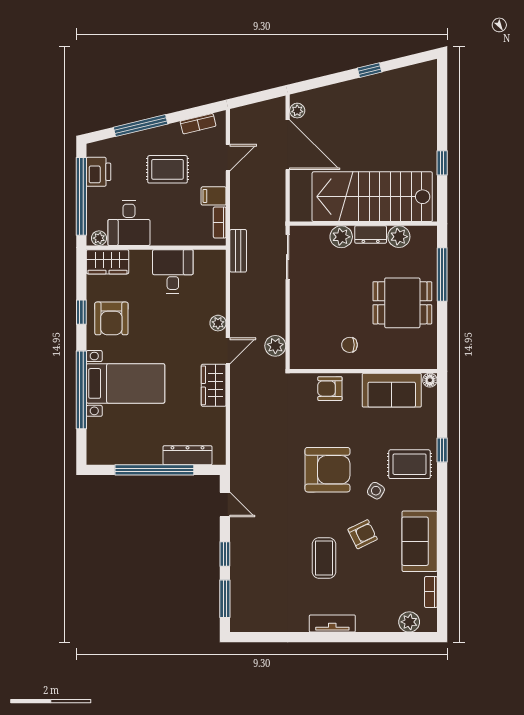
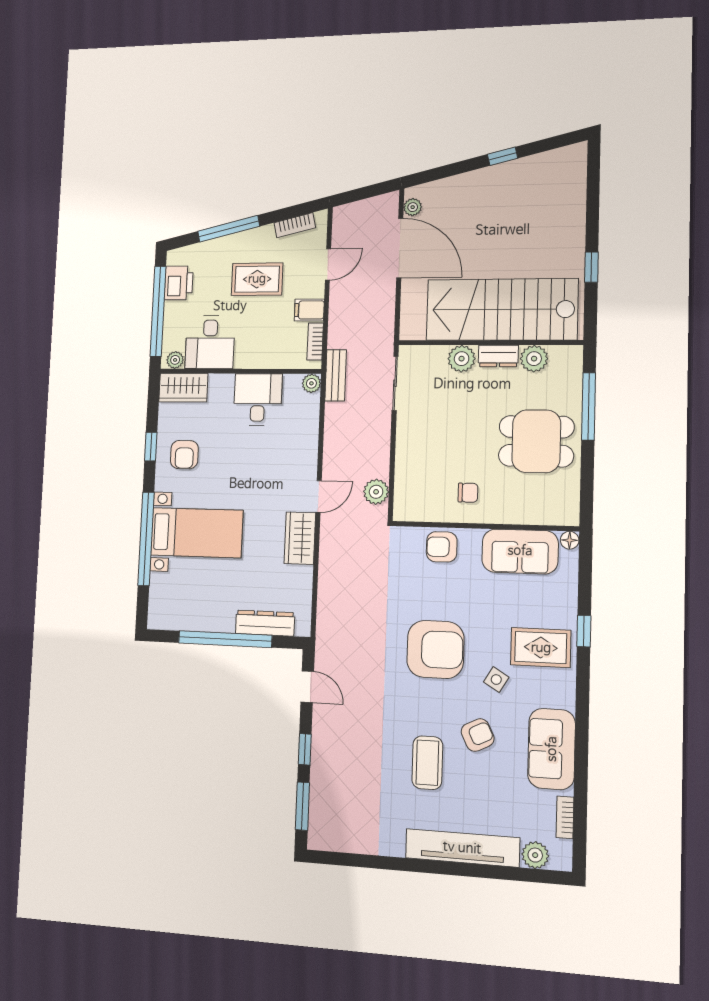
armchair: (111, 318) -> (184, 455), width x0.72, depth x0.72
plant: (218, 323) -> (311, 383), moved
chair: (350, 345) -> (468, 493), turned 180
tv unit: (332, 624) -> (462, 848), width x1.92, depth x1.29

